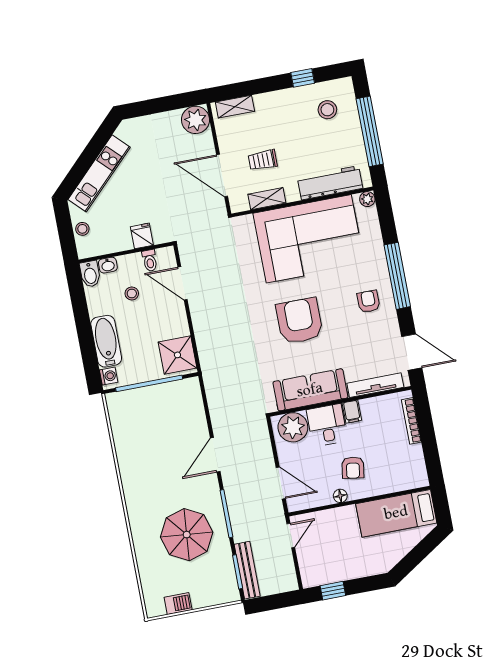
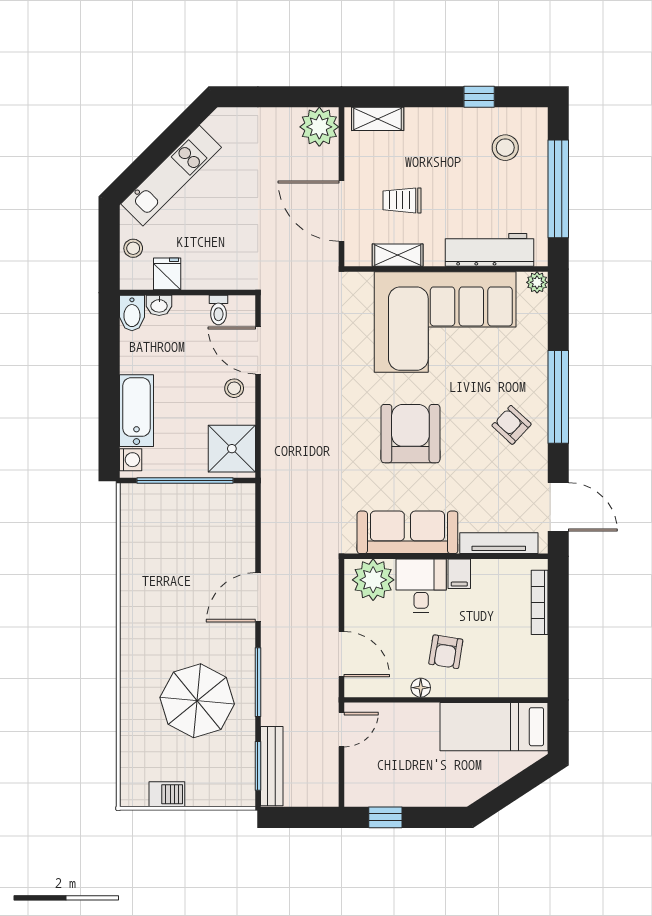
fridge: (142, 236) -> (167, 274), moved
stool: (132, 293) -> (234, 388), moved
armchair: (368, 301) -> (512, 425), turned -47

